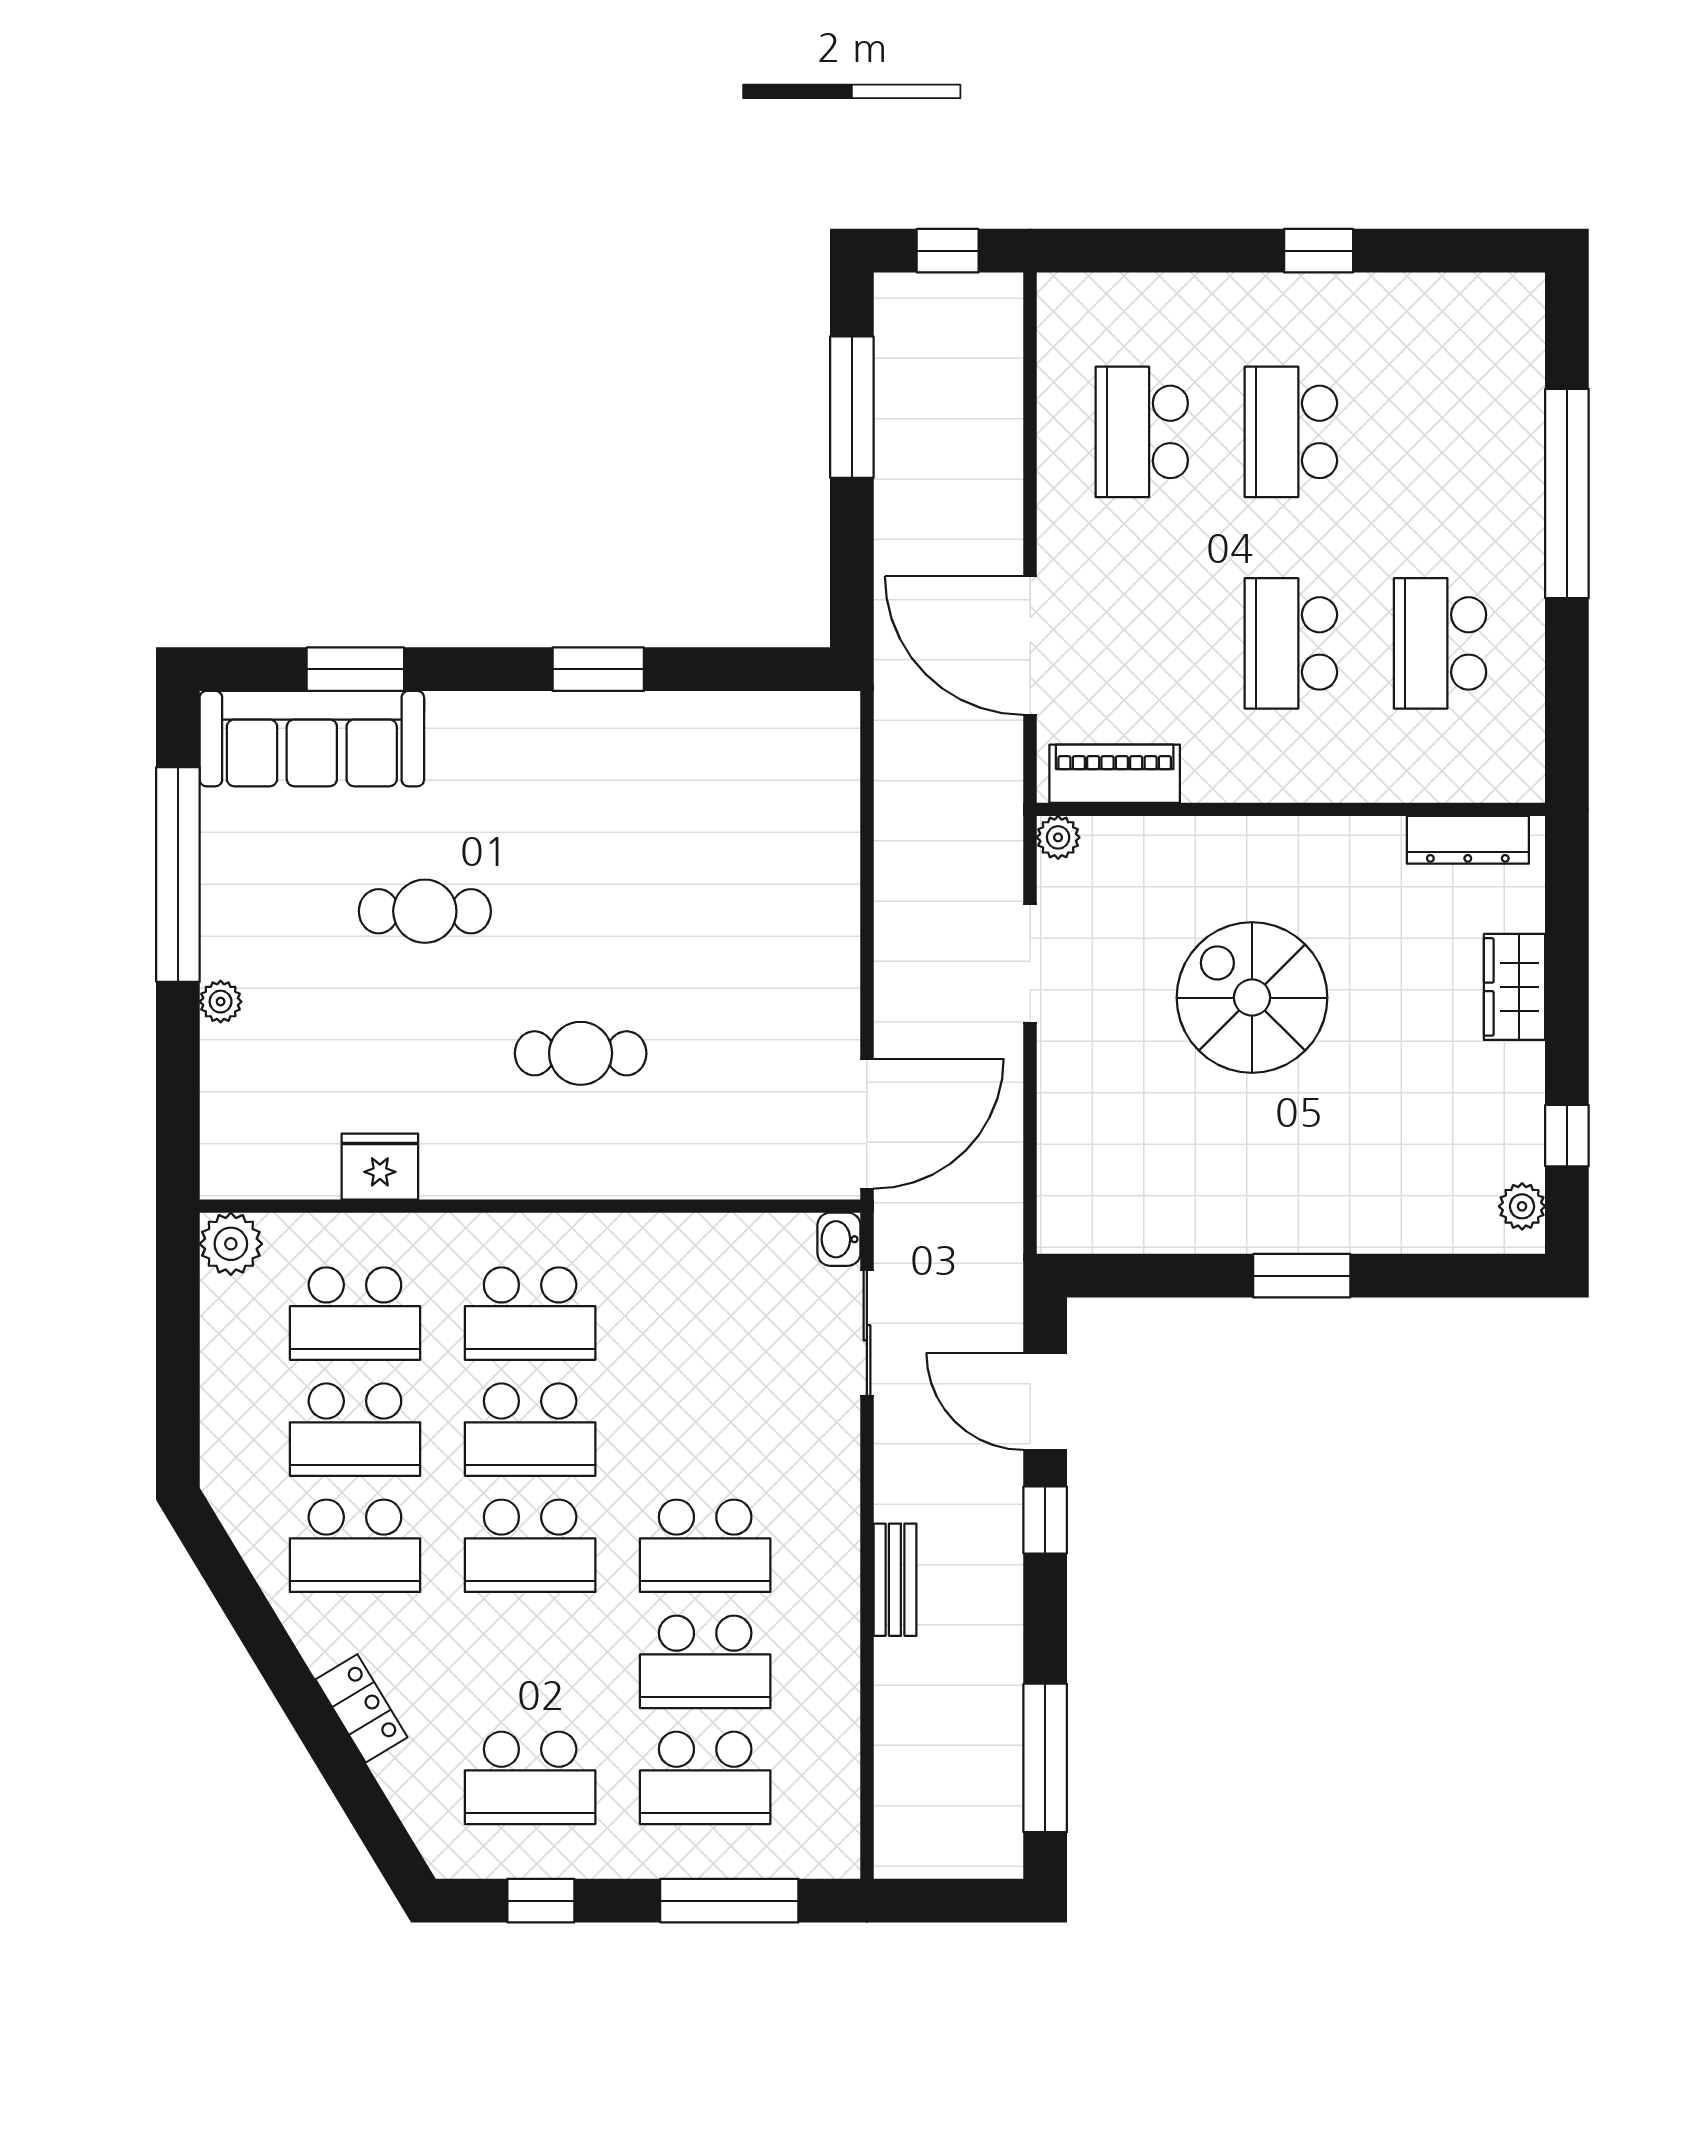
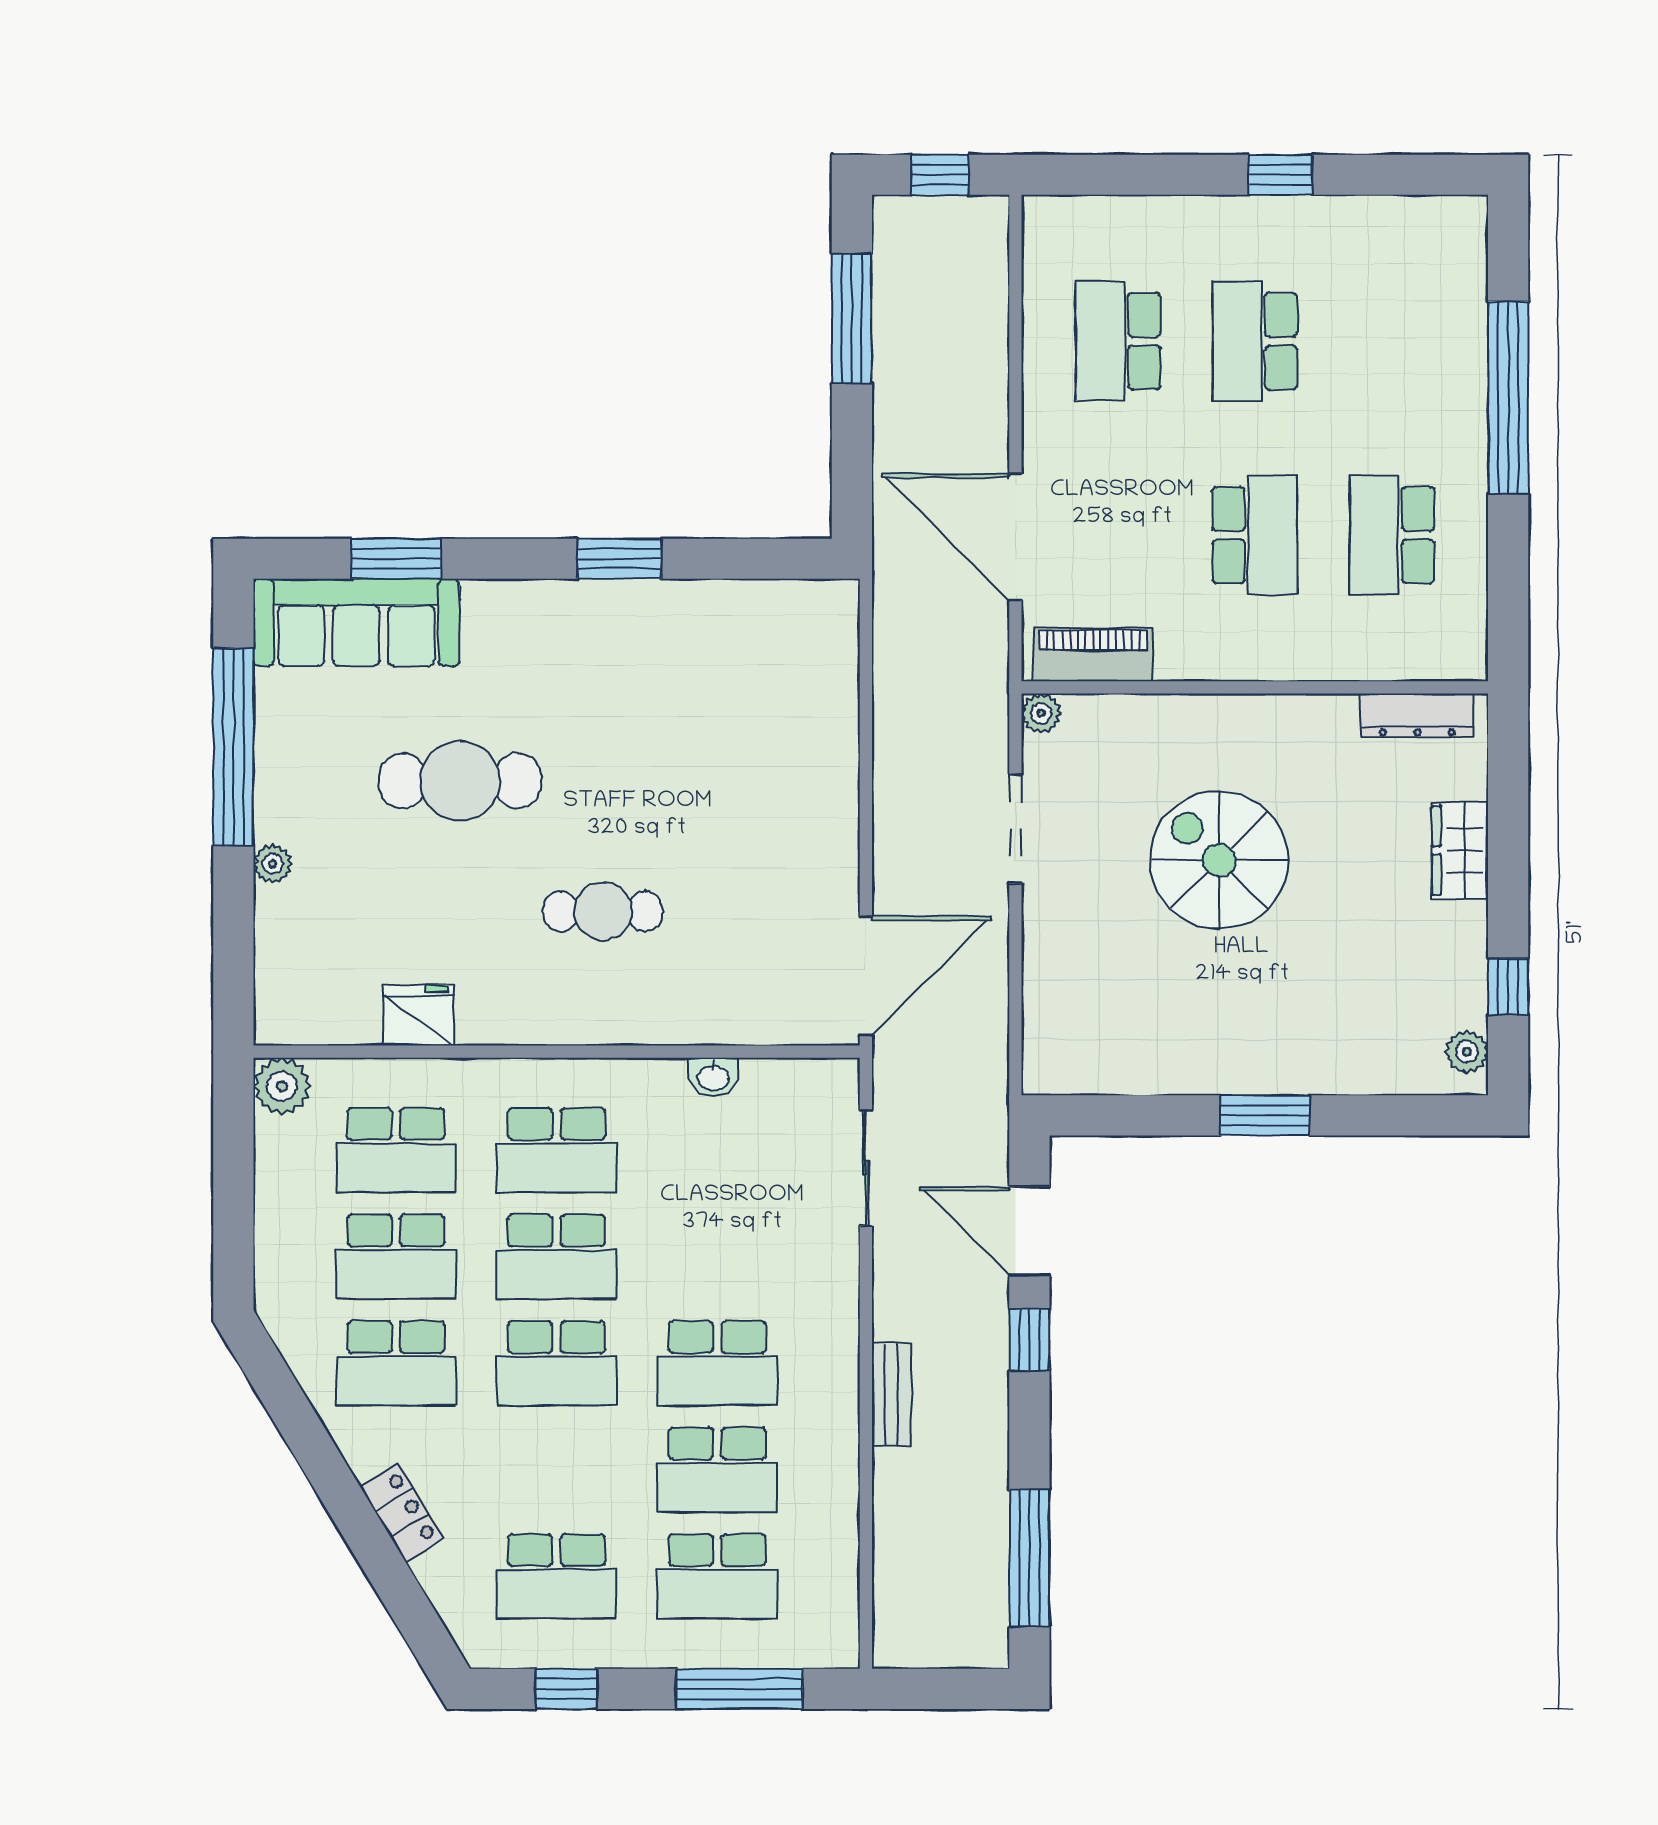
school desk: (1291, 643) -> (1255, 535), turned 180
cafe table: (425, 911) -> (460, 781), width x1.37, depth x1.35
washbasin: (839, 1239) -> (713, 1077), moved, turned -90

